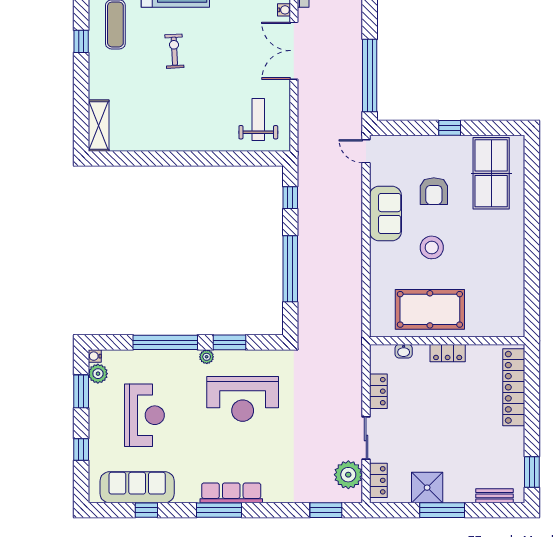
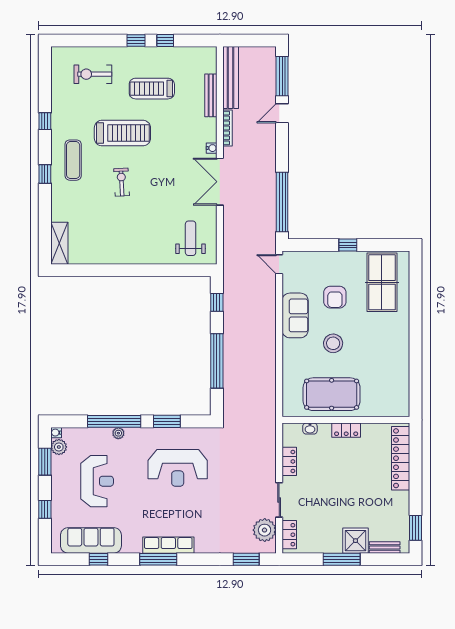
plant: (207, 357) -> (118, 433), moved
shower: (427, 488) -> (355, 541), moved

